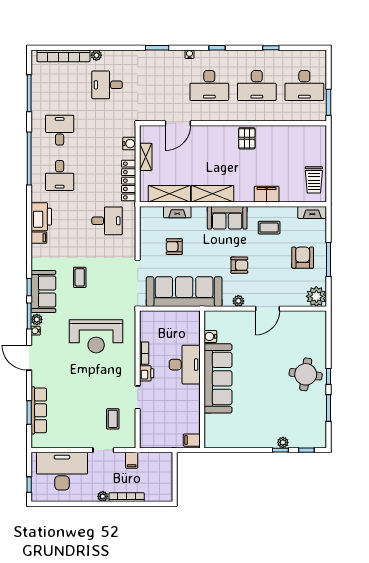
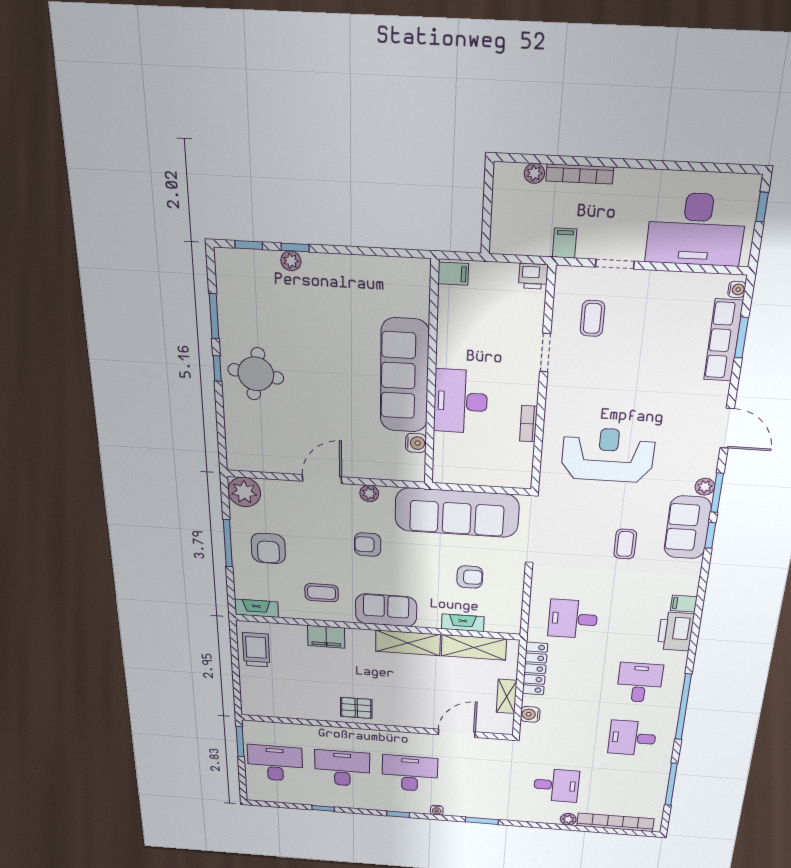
desk: (60, 130) -> (632, 738), turned 90
pallet: (247, 138) -> (356, 708), turned 90
water cooler: (36, 331) -> (737, 289), moved
printer: (147, 373) -> (533, 276), moved, turned -90
plant: (103, 496) -> (534, 173), moved

